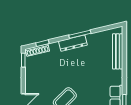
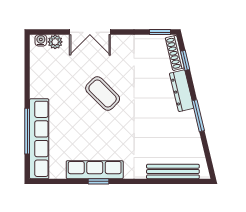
dresser: (73, 43) -> (182, 91), moved

